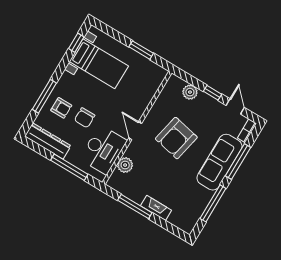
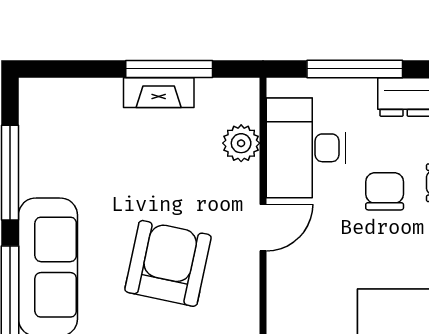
door: (135, 131) -> (263, 228), hinge flipped
fireplace: (156, 208) -> (159, 93), moved

